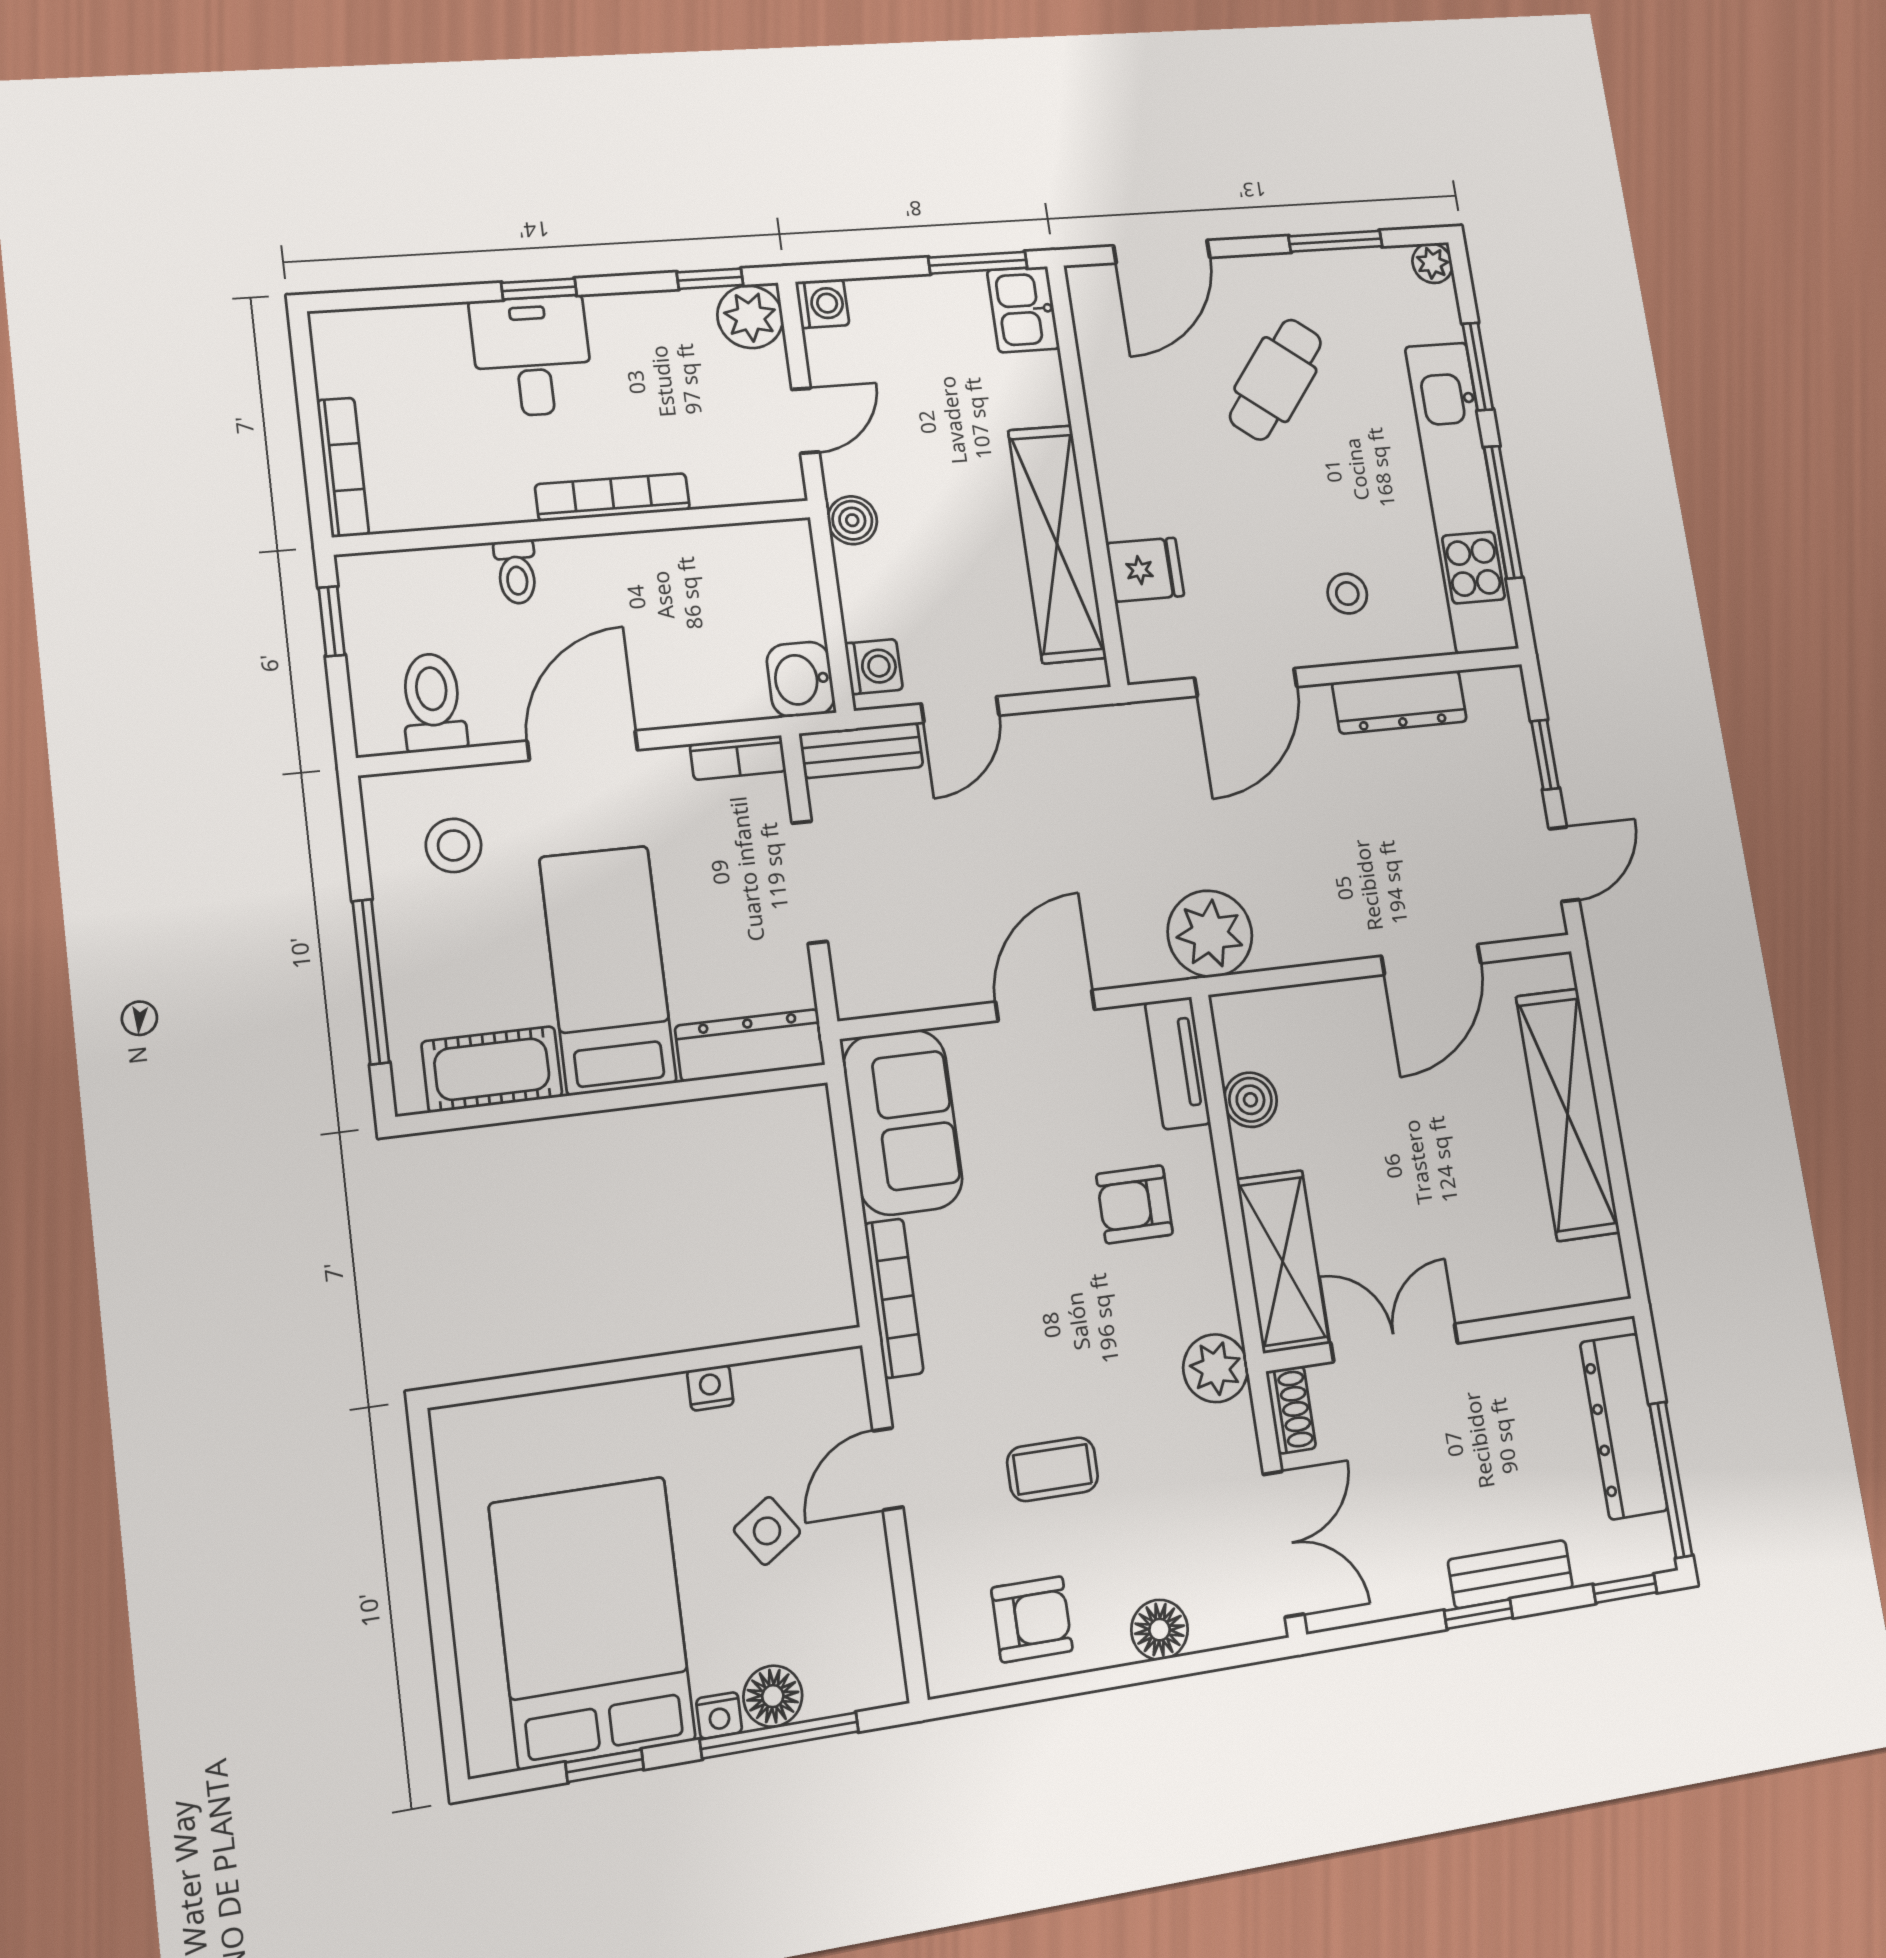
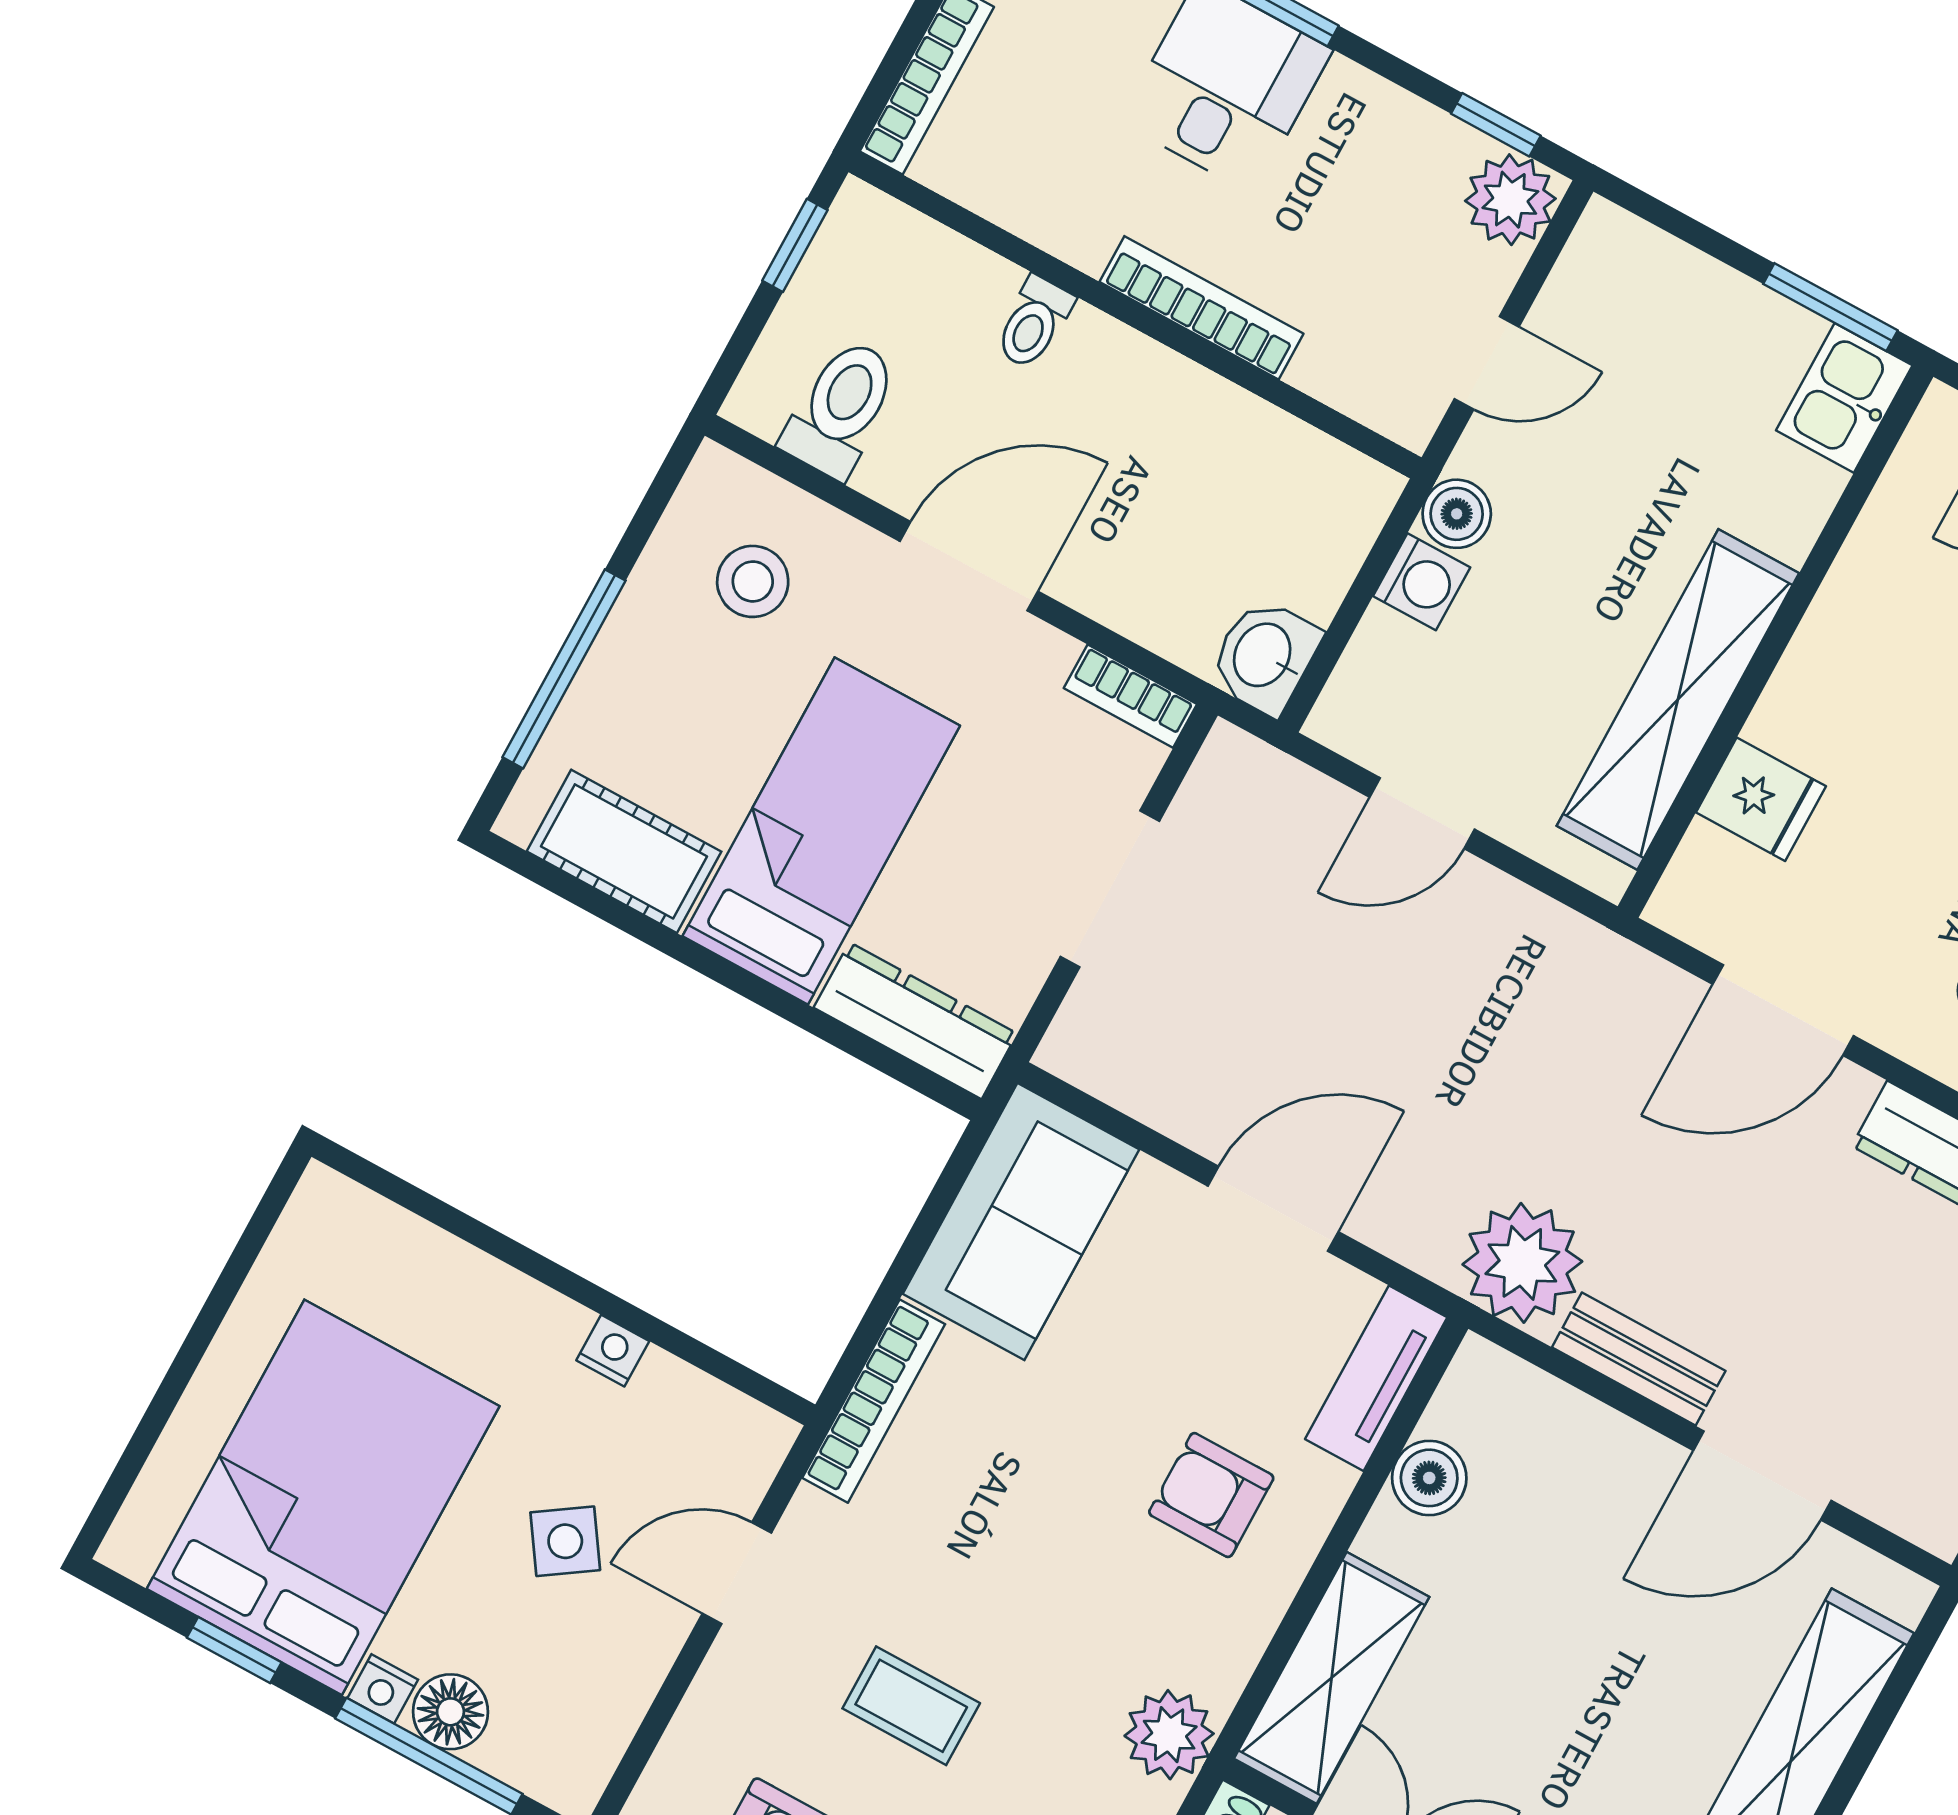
washing machine: (822, 303) -> (1607, 238), removed
washing machine: (874, 667) -> (1422, 582), moved
bench: (861, 750) -> (1639, 1359), moved

